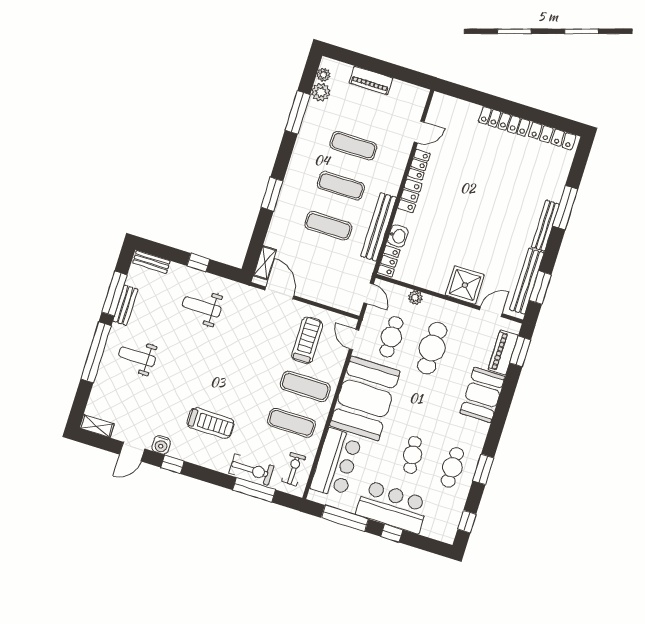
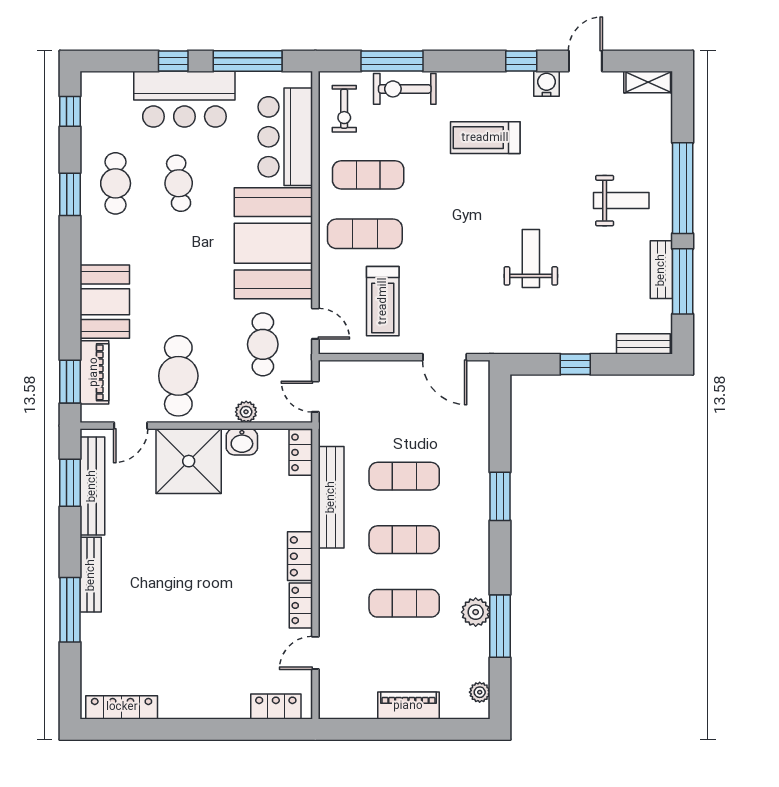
plant: (321, 92) -> (476, 612), moved
locker: (504, 121) -> (276, 707), moved, width x0.66
washbasin: (398, 236) -> (242, 442), moved, turned -90
shelving: (265, 263) -> (479, 394), removed
shower: (465, 285) -> (189, 461), width x1.37, depth x1.37
weight bench: (202, 307) -> (531, 258), moved, turned -90
cafe table: (432, 348) -> (178, 376), moved

